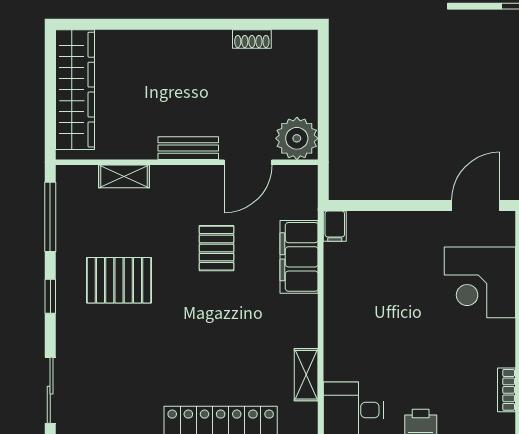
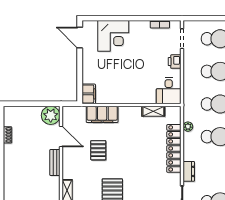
filing cabinet: (335, 226) -> (89, 94), width x2.00
pallet: (217, 248) -> (98, 150), turned 90

